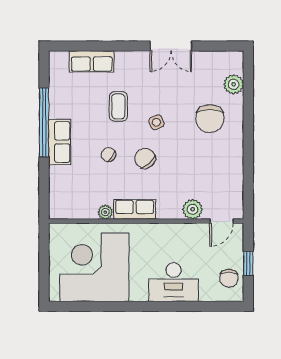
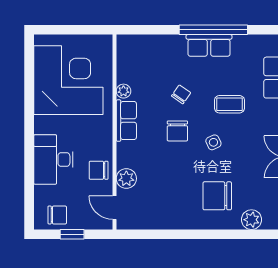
row of seats: (60, 142) -> (209, 45), moved
chair: (145, 158) -> (177, 131), turned 133
chair: (184, 237) -> (99, 170), added
chair: (229, 278) -> (57, 215), turned 180

